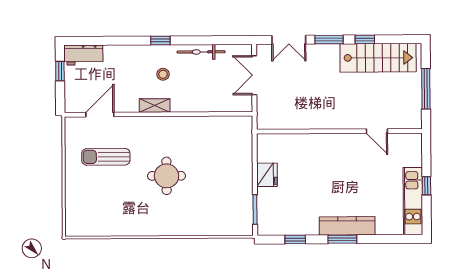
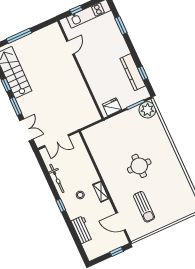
workbench: (83, 55) -> (82, 230), moved
window: (60, 71) -> (116, 252), moved
wall: (339, 131) -> (80, 70), moved
door: (377, 131) -> (70, 47), moved
plant: (240, 223) -> (147, 110), added
kitchen counter: (347, 226) -> (133, 72), moved
window: (342, 239) -> (121, 25), moved

